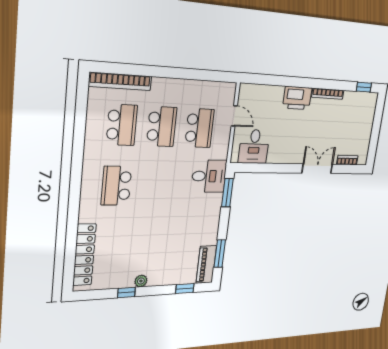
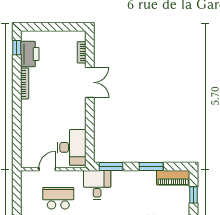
printer: (297, 98) -> (30, 54), moved
desk: (254, 147) -> (72, 147), width x1.37
double door: (317, 169) -> (90, 82), swing flipped
window: (220, 254) -> (151, 167), moved

